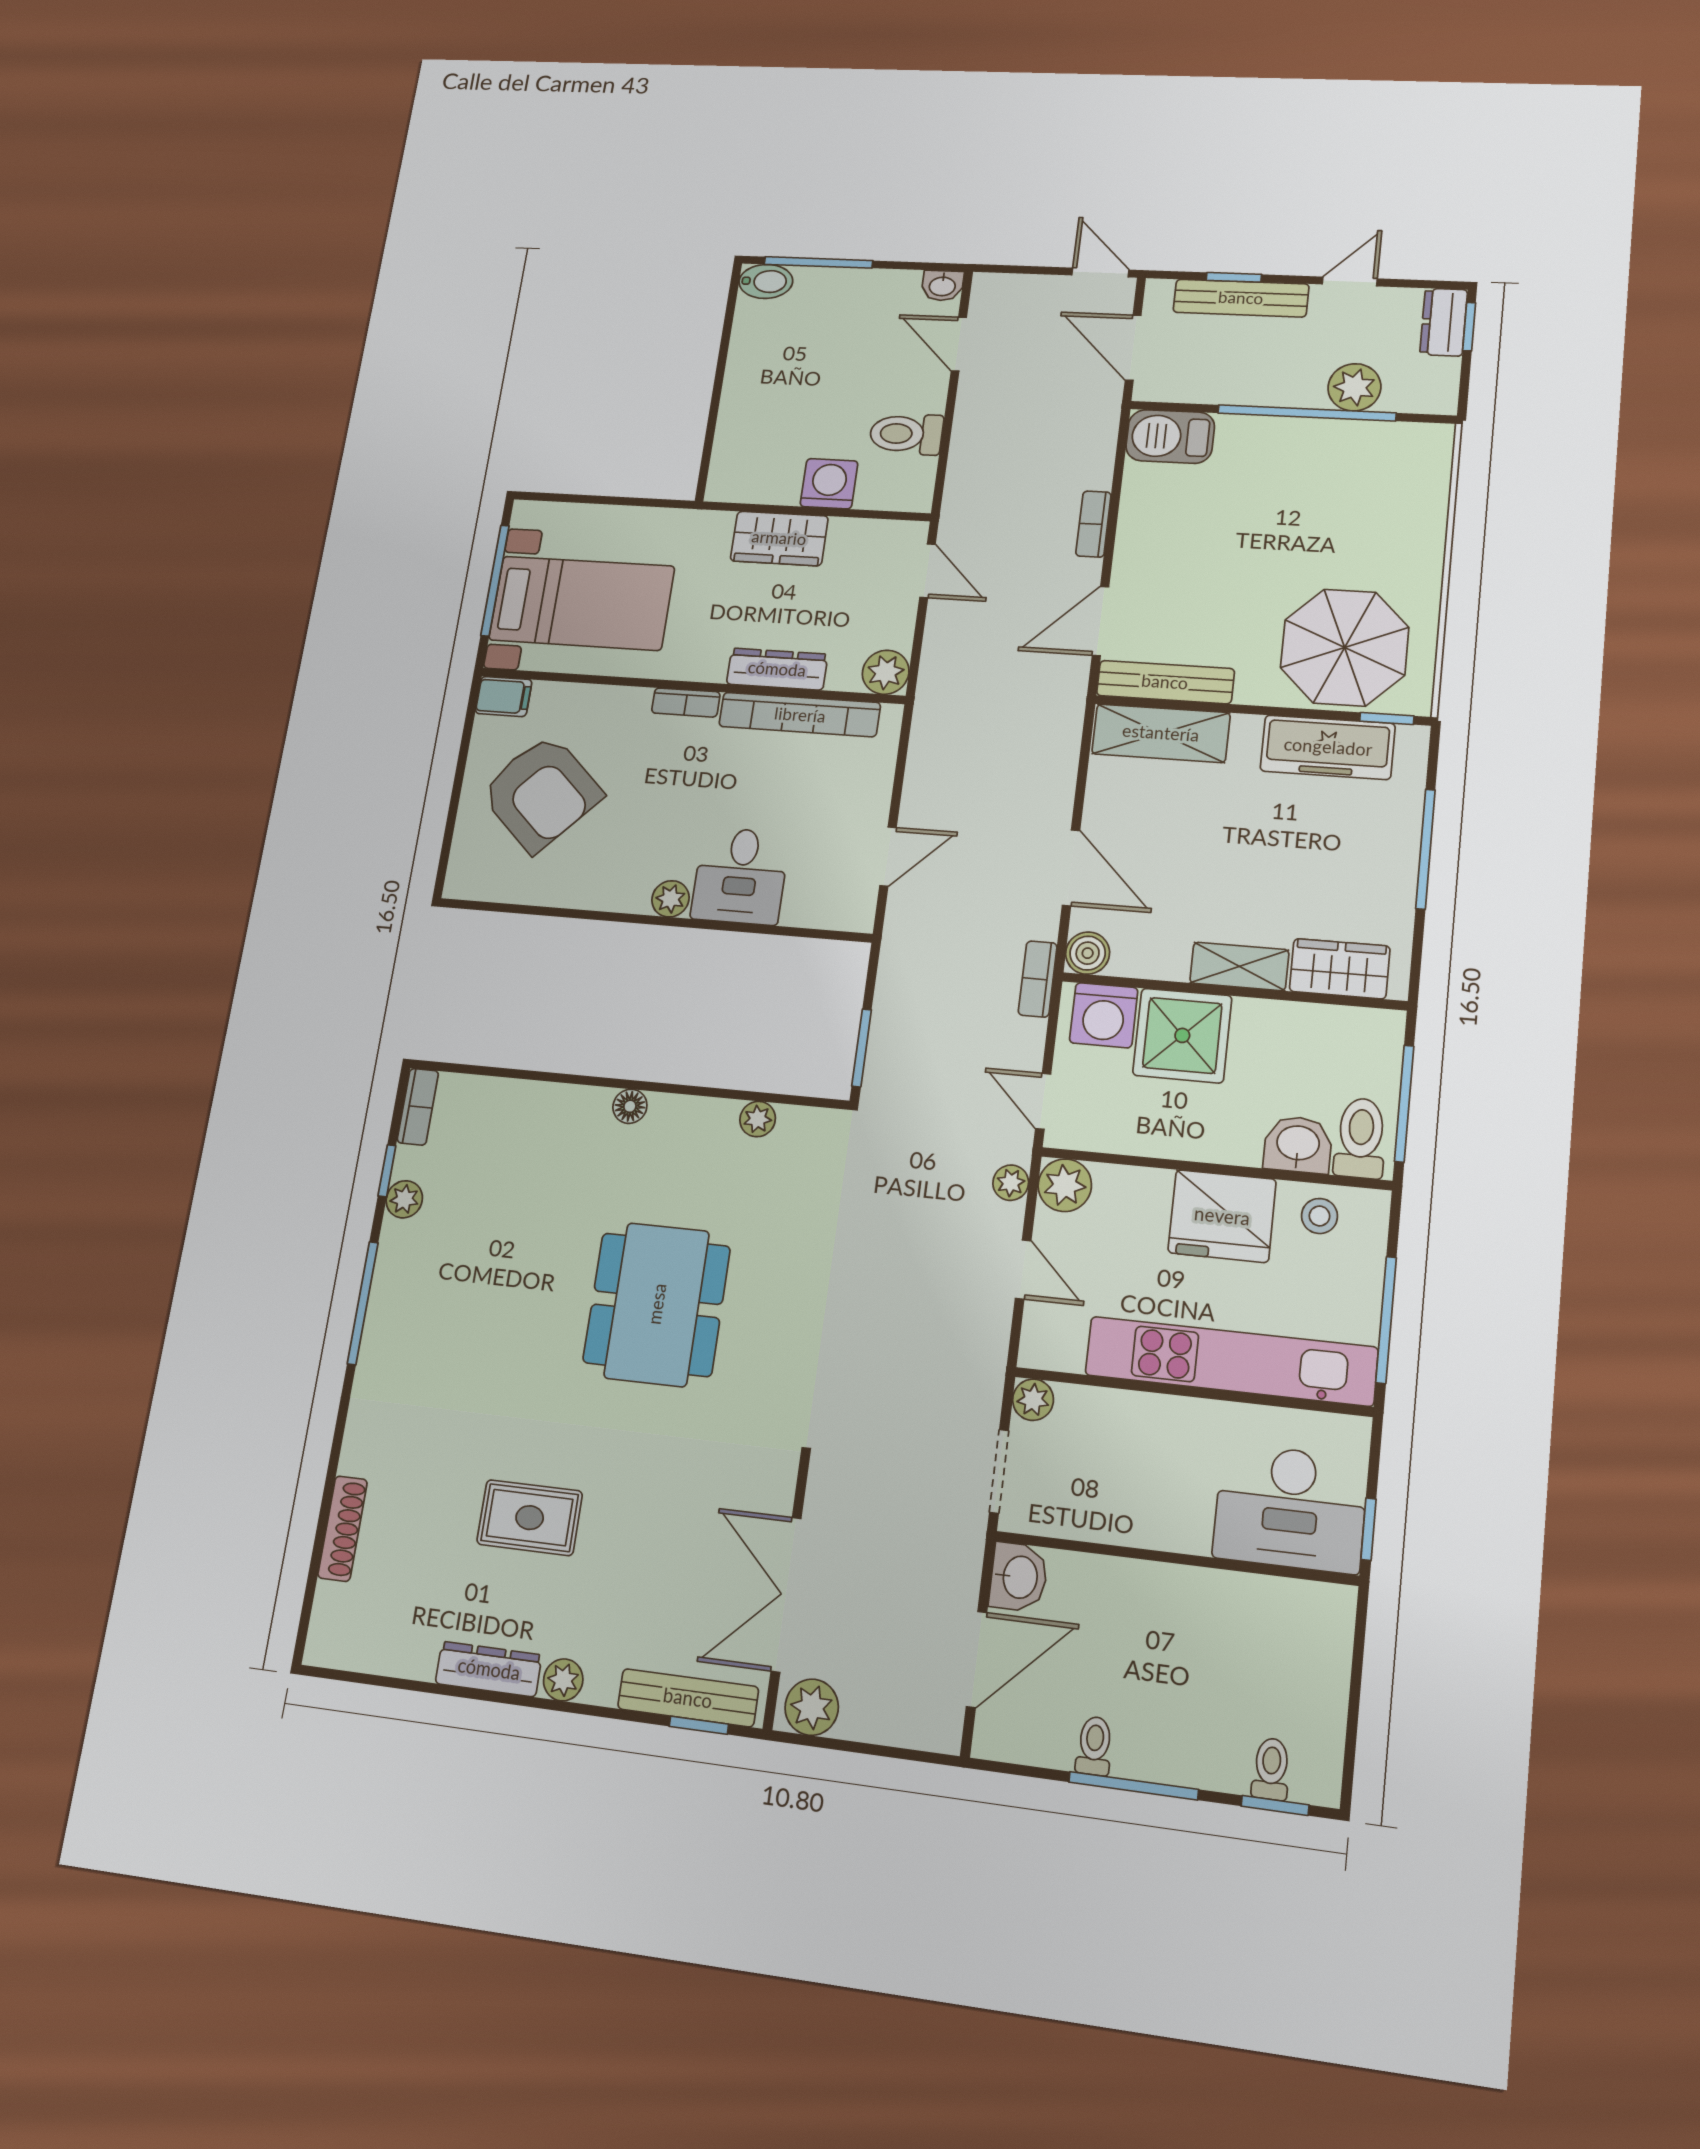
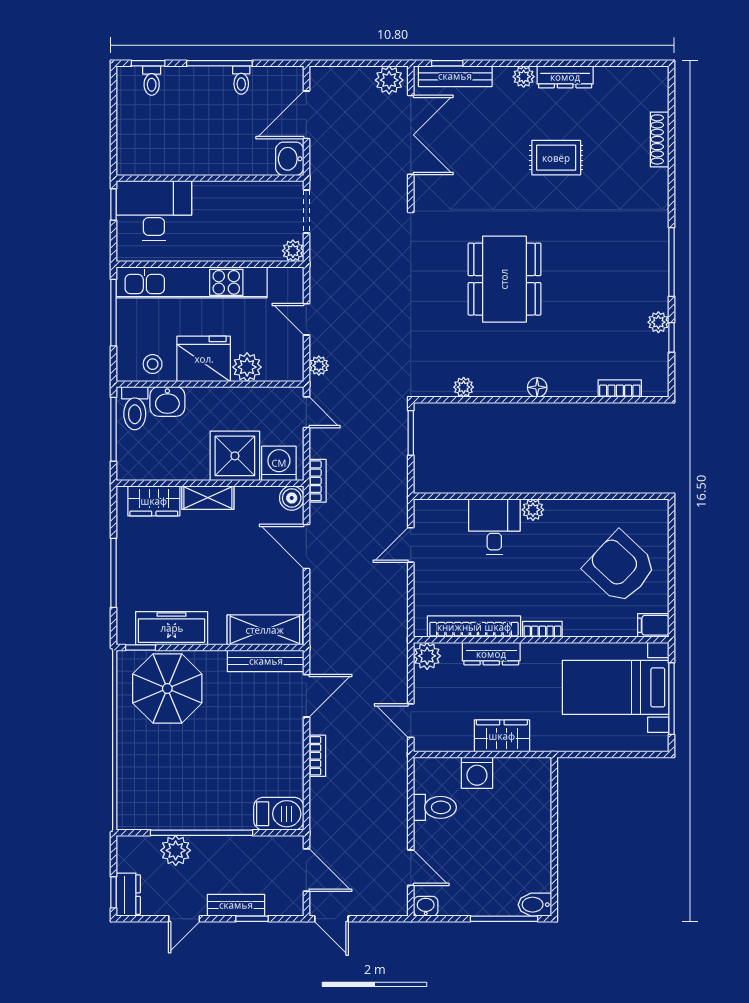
bench: (1241, 298) -> (236, 905), width x0.73
bookcase: (418, 1107) -> (620, 388), moved, turned 90
plant: (1065, 1185) -> (247, 367), moved

